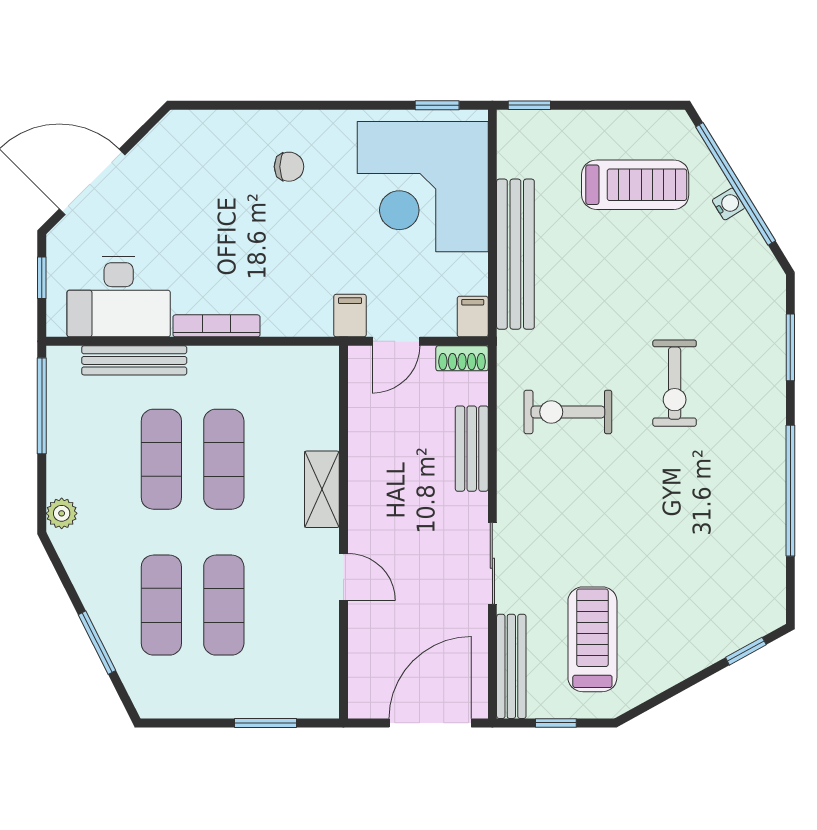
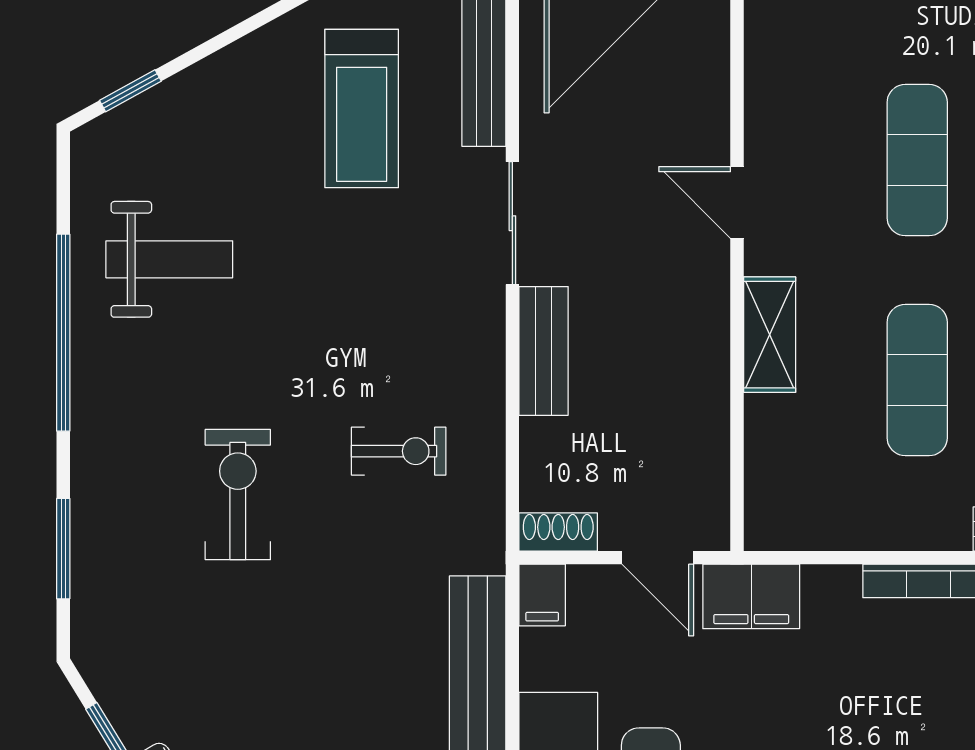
filing cabinet: (350, 316) -> (751, 596), width x2.00
door: (396, 341) -> (658, 558), swing flipped
exercise bike: (568, 412) -> (399, 451), width x0.73, depth x0.72
bench: (472, 449) -> (544, 351), moved
weight bench: (720, 539) -> (169, 259), added

